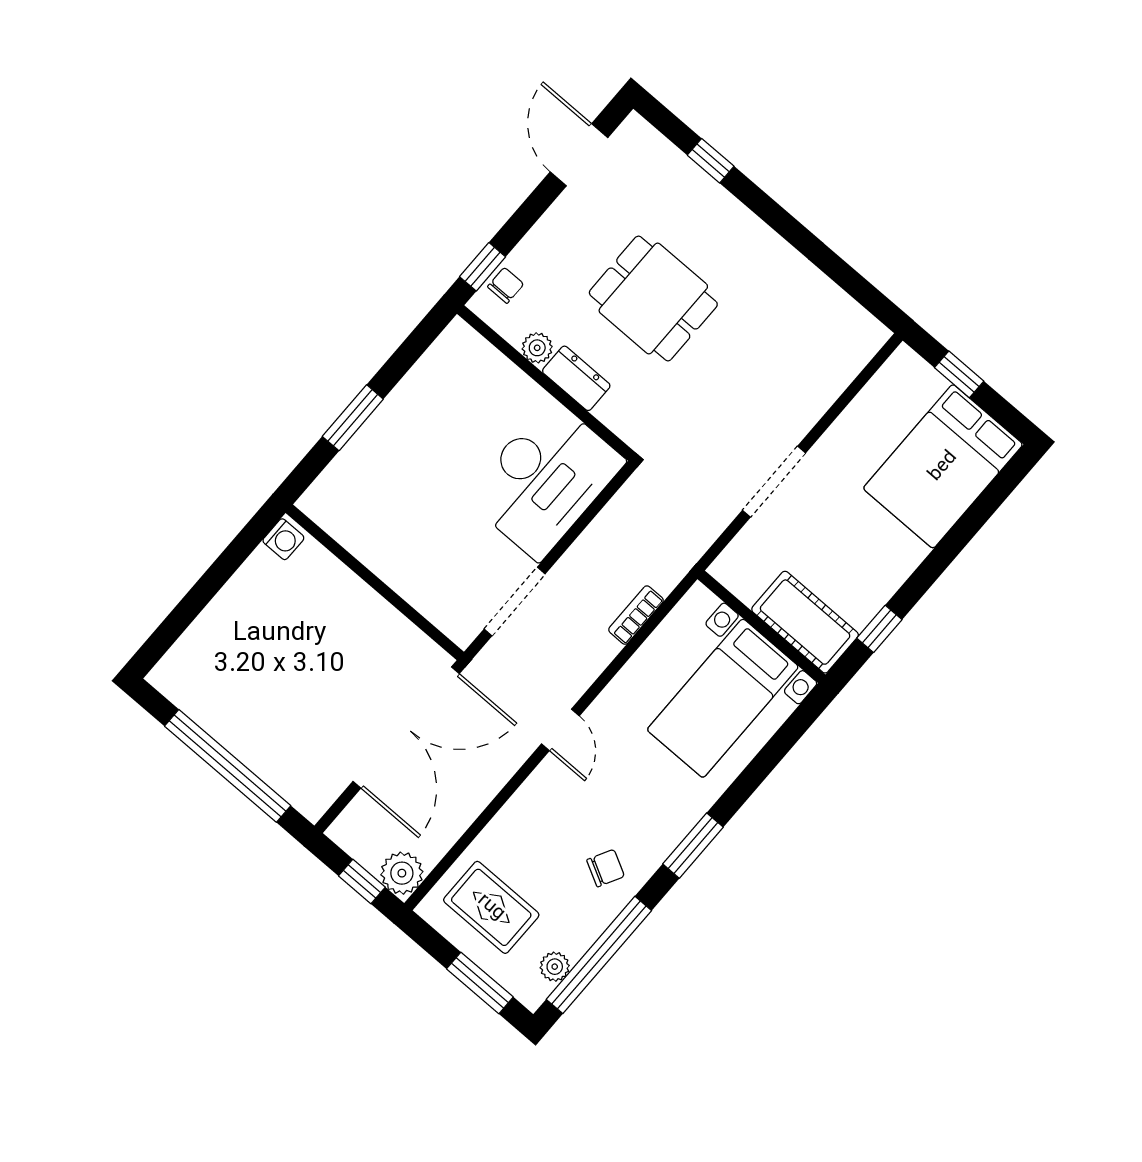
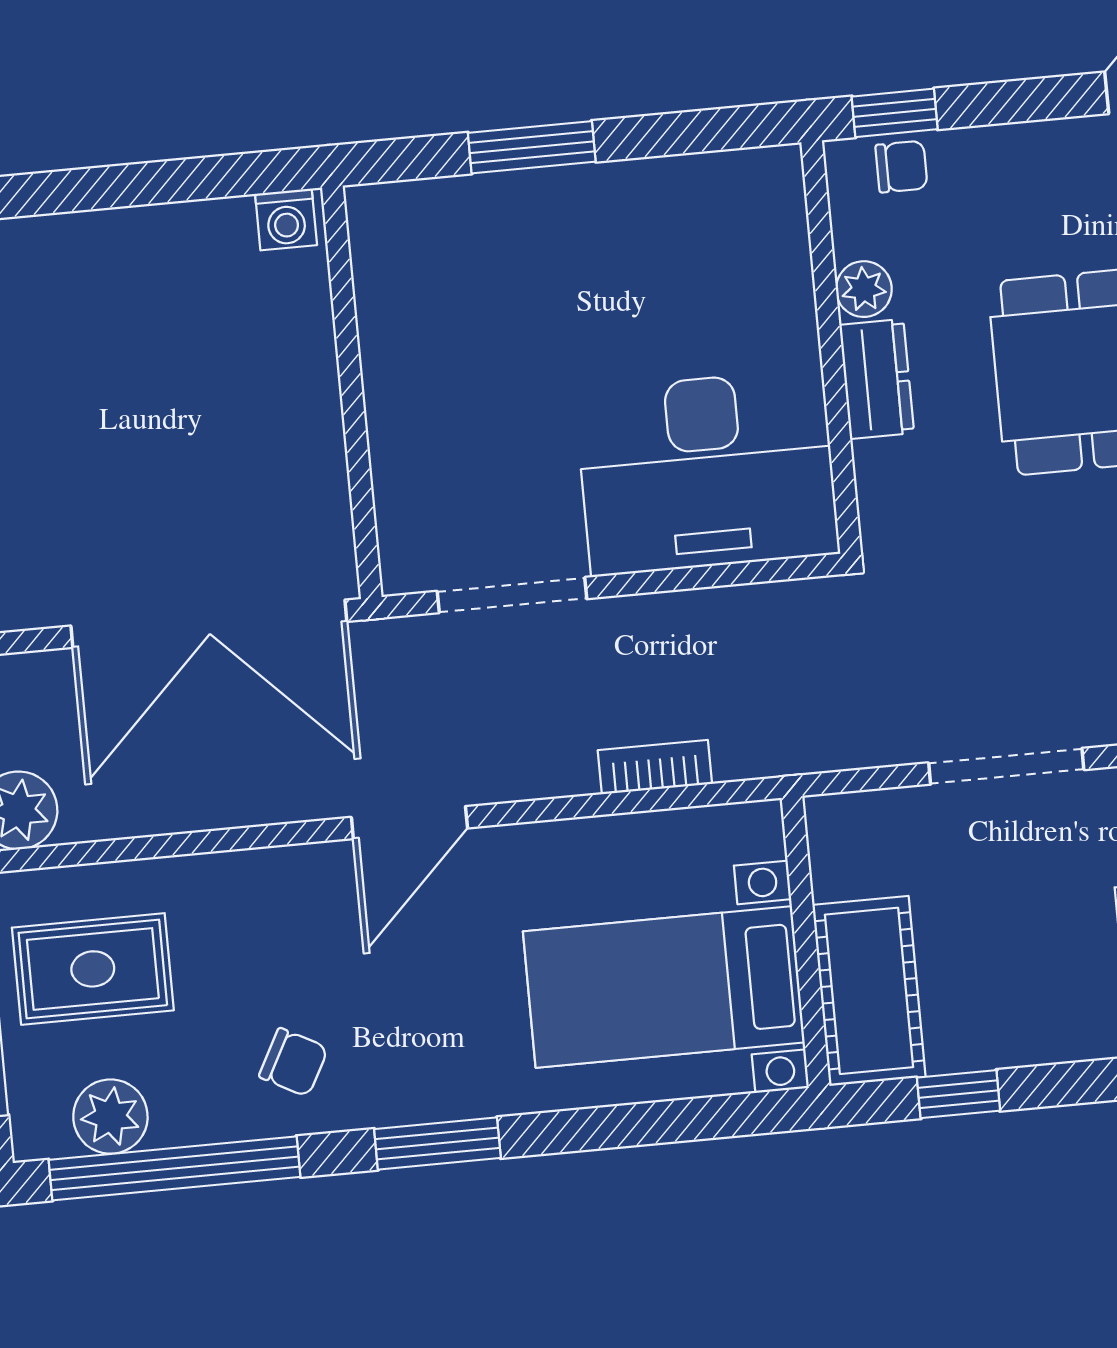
door: (560, 730) -> (409, 823), width x1.38
rug: (491, 907) -> (93, 969), turned 90
plant: (555, 967) -> (110, 1117), width x1.38, depth x1.38

